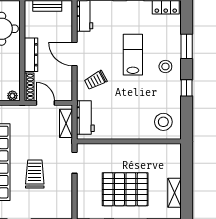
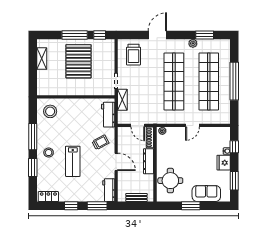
window: (187, 88) -> (33, 137), width x2.17
shelving: (66, 123) -> (122, 100), moved
trolley: (35, 174) -> (134, 55), moved
pallet: (125, 189) -> (78, 61), turned 90

